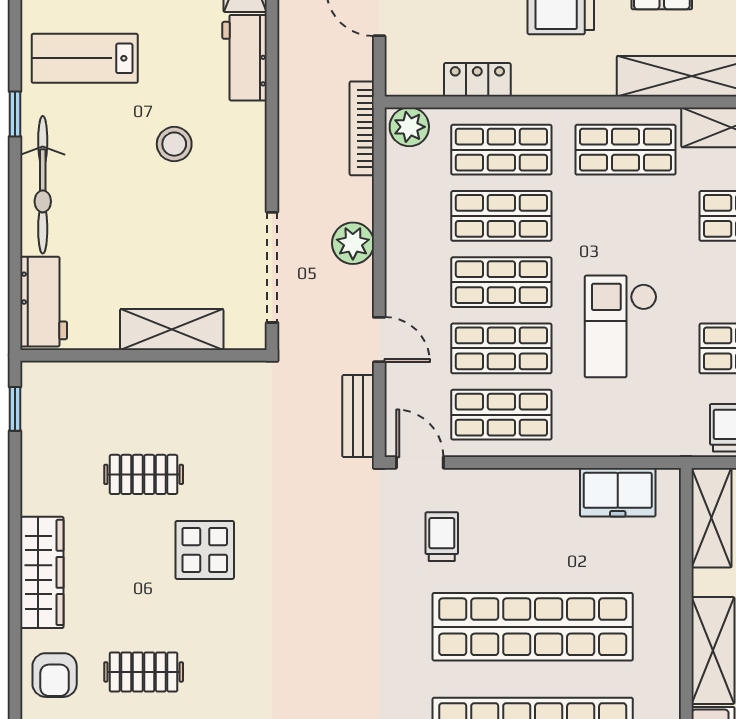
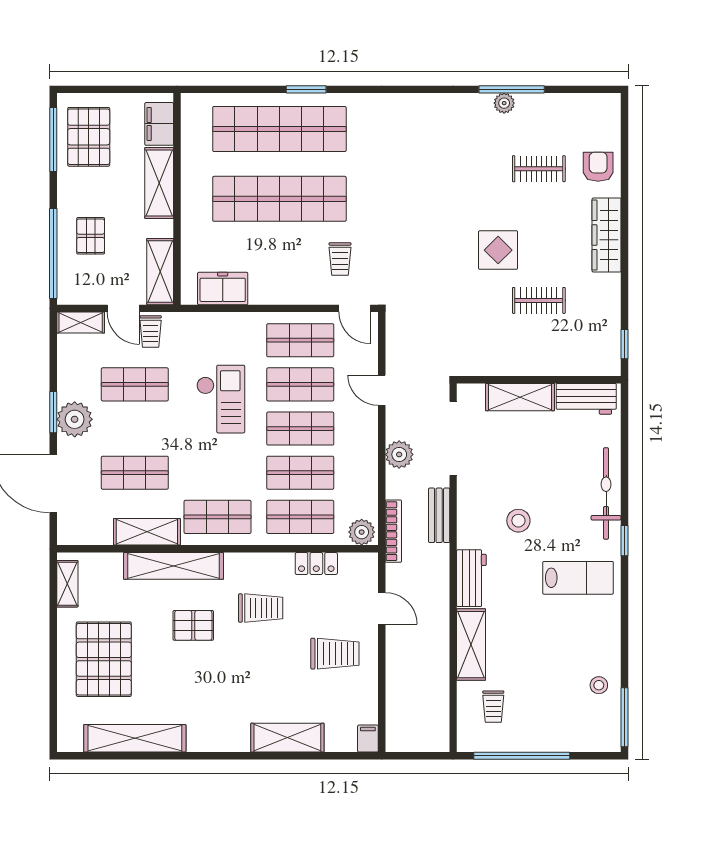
workbench: (44, 302) -> (586, 399), moved, turned -90
bench: (358, 416) -> (439, 515), moved

